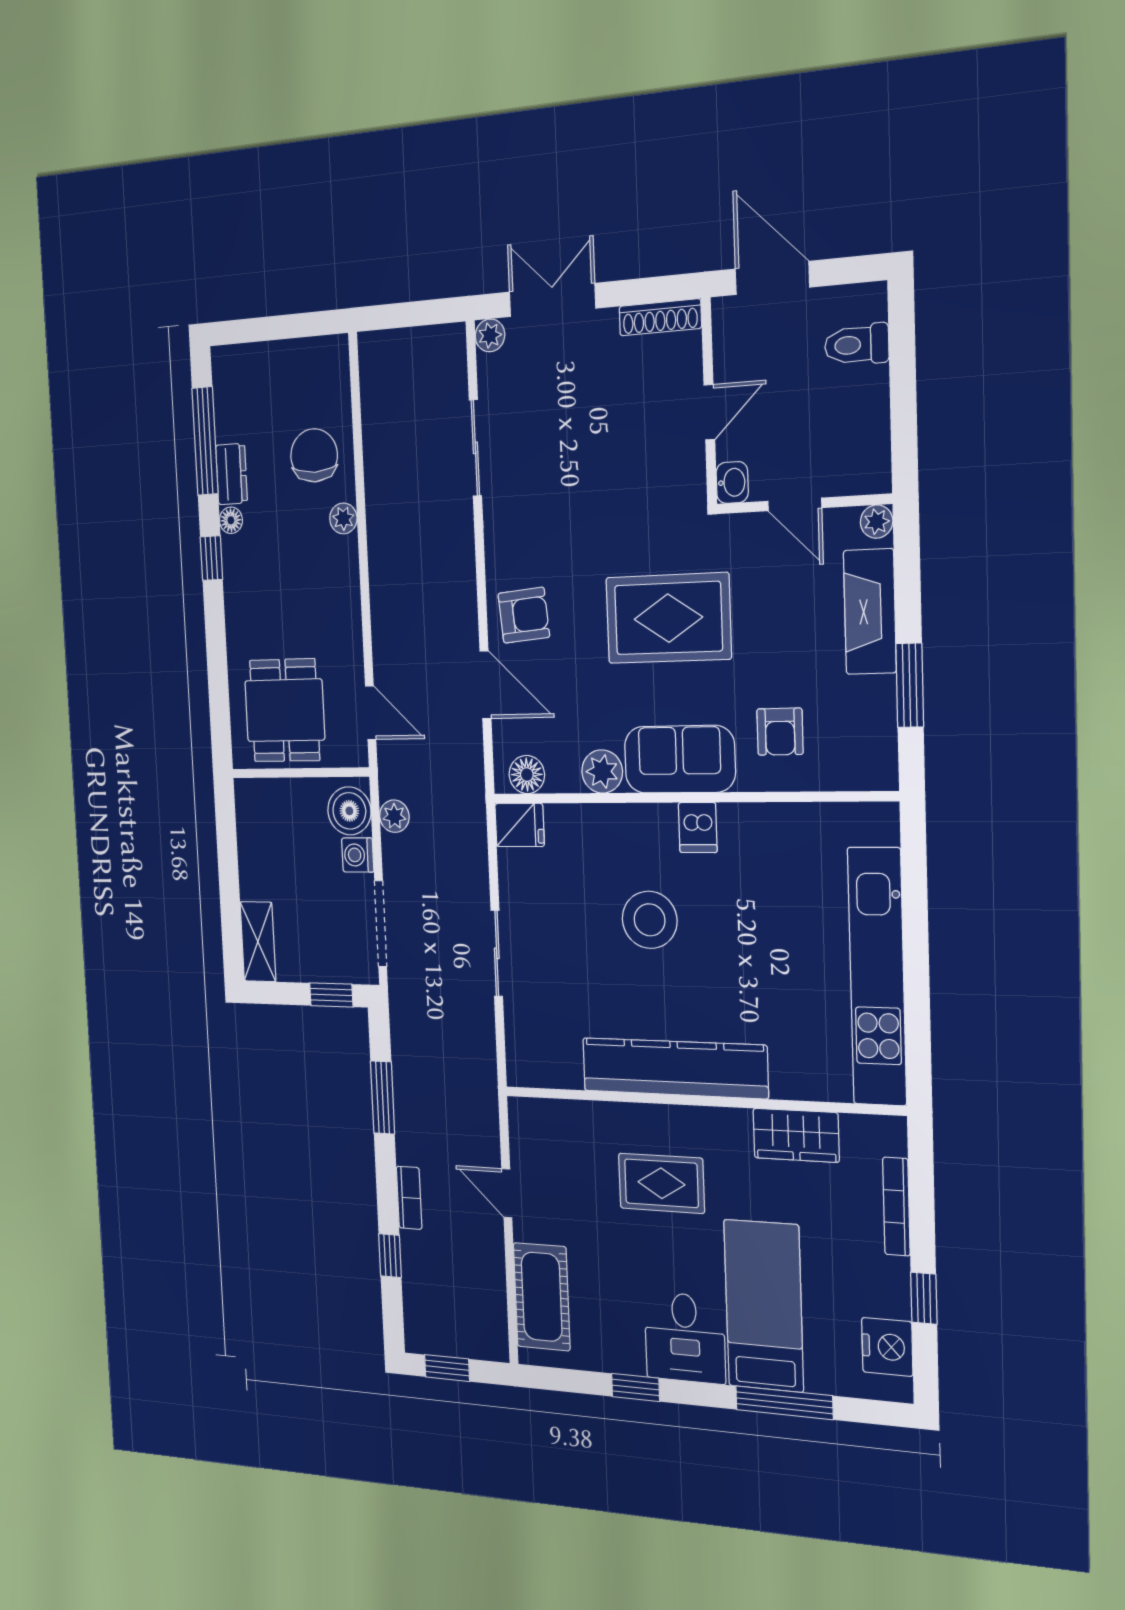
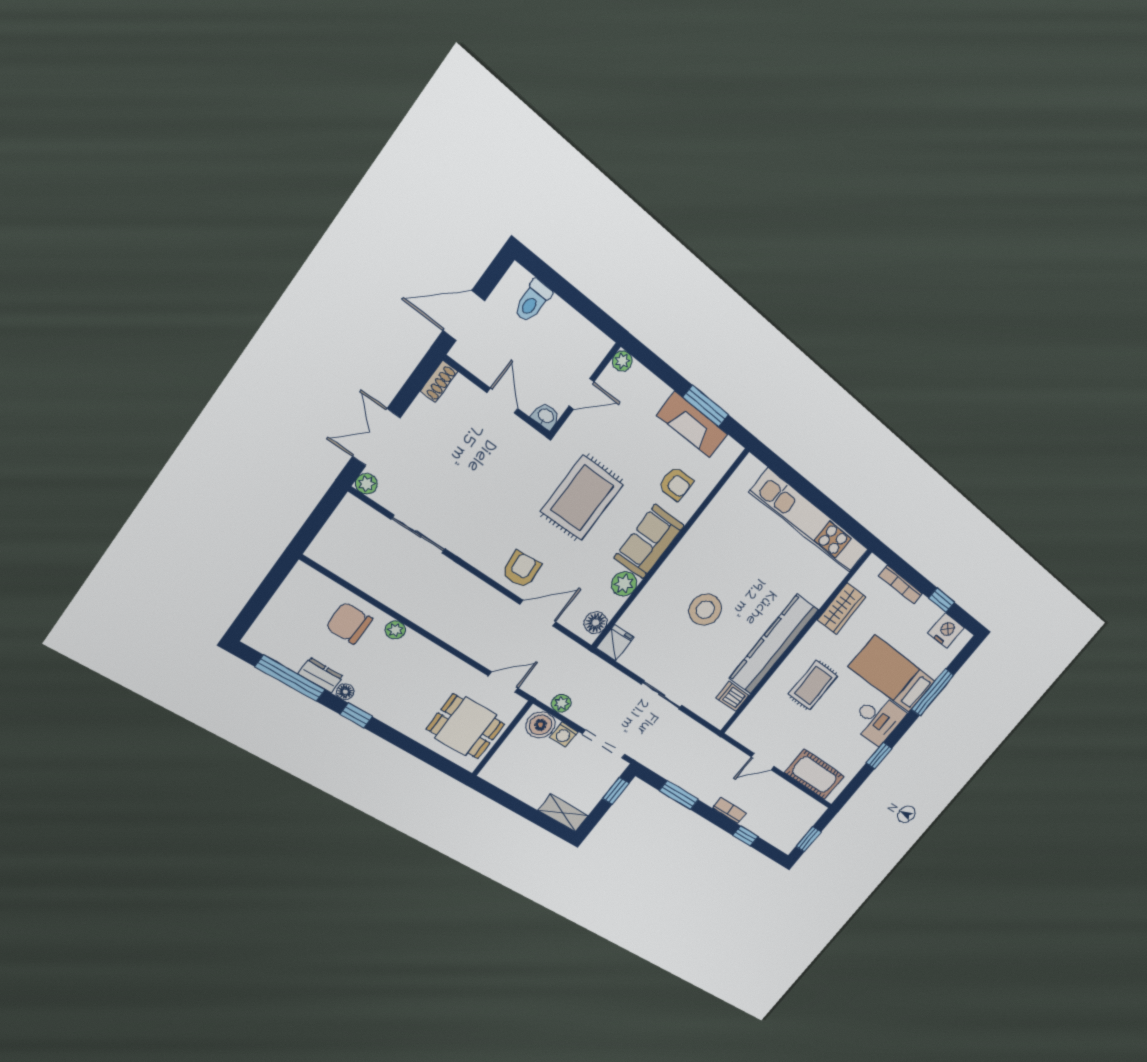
shoe rack: (660, 317) -> (439, 381), width x0.70
fireplace: (870, 612) -> (692, 425), moved
dishwasher: (698, 828) -> (733, 697), moved, turned 180

